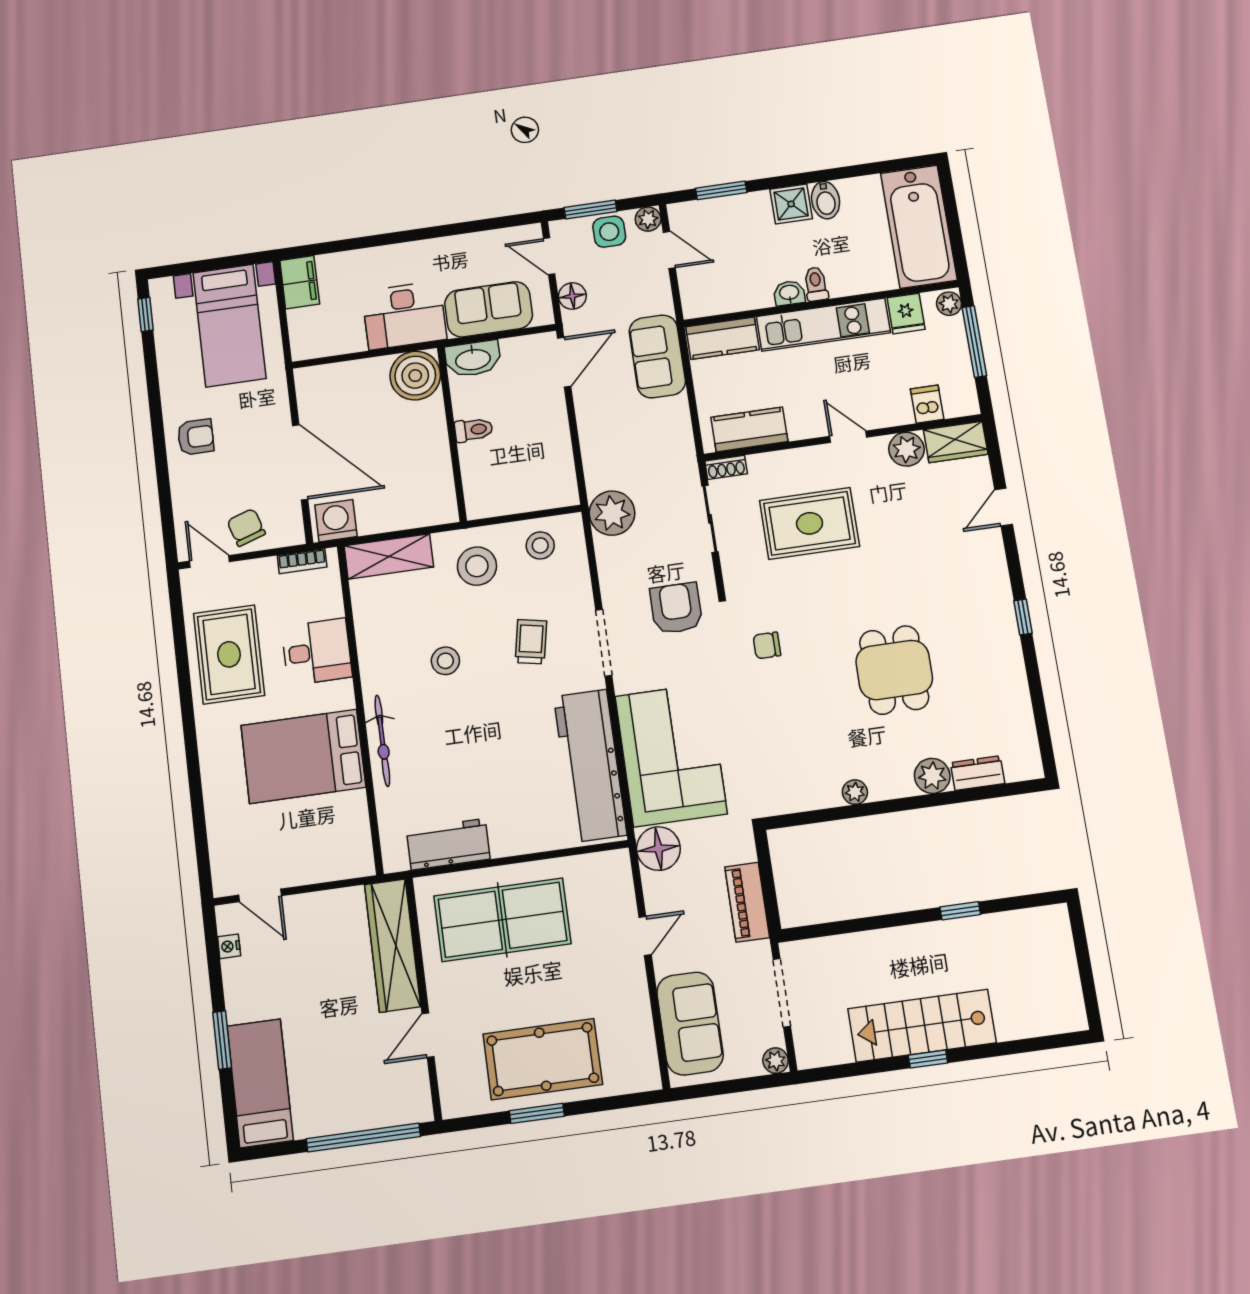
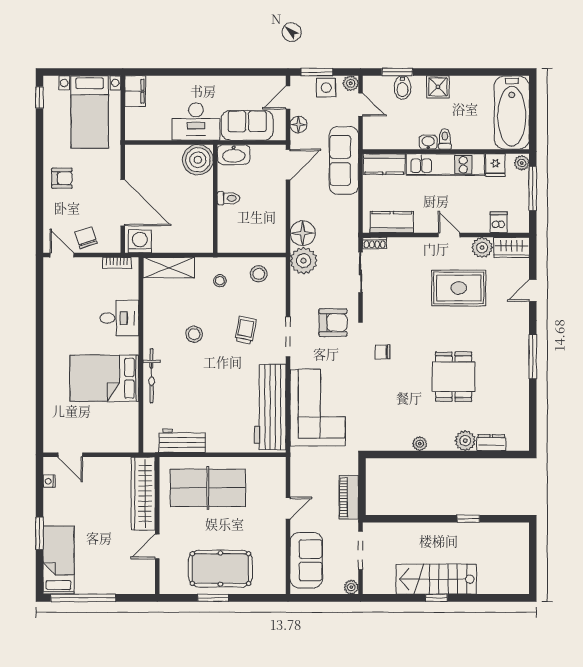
bidet: (826, 200) -> (403, 88), moved
door: (549, 256) -> (288, 98), hinge flipped
sofa: (657, 356) -> (344, 160), width x1.36
rug: (810, 523) -> (459, 288), moved
stool: (477, 566) -> (220, 281), width x0.53, depth x0.53
armchair: (676, 608) -> (333, 323), turned 90
window: (1023, 617) -> (533, 357), width x2.17
rug: (229, 654) -> (68, 312), removed
floor lamp: (658, 849) -> (303, 233), moved
window: (363, 1138) -> (83, 598), moved

